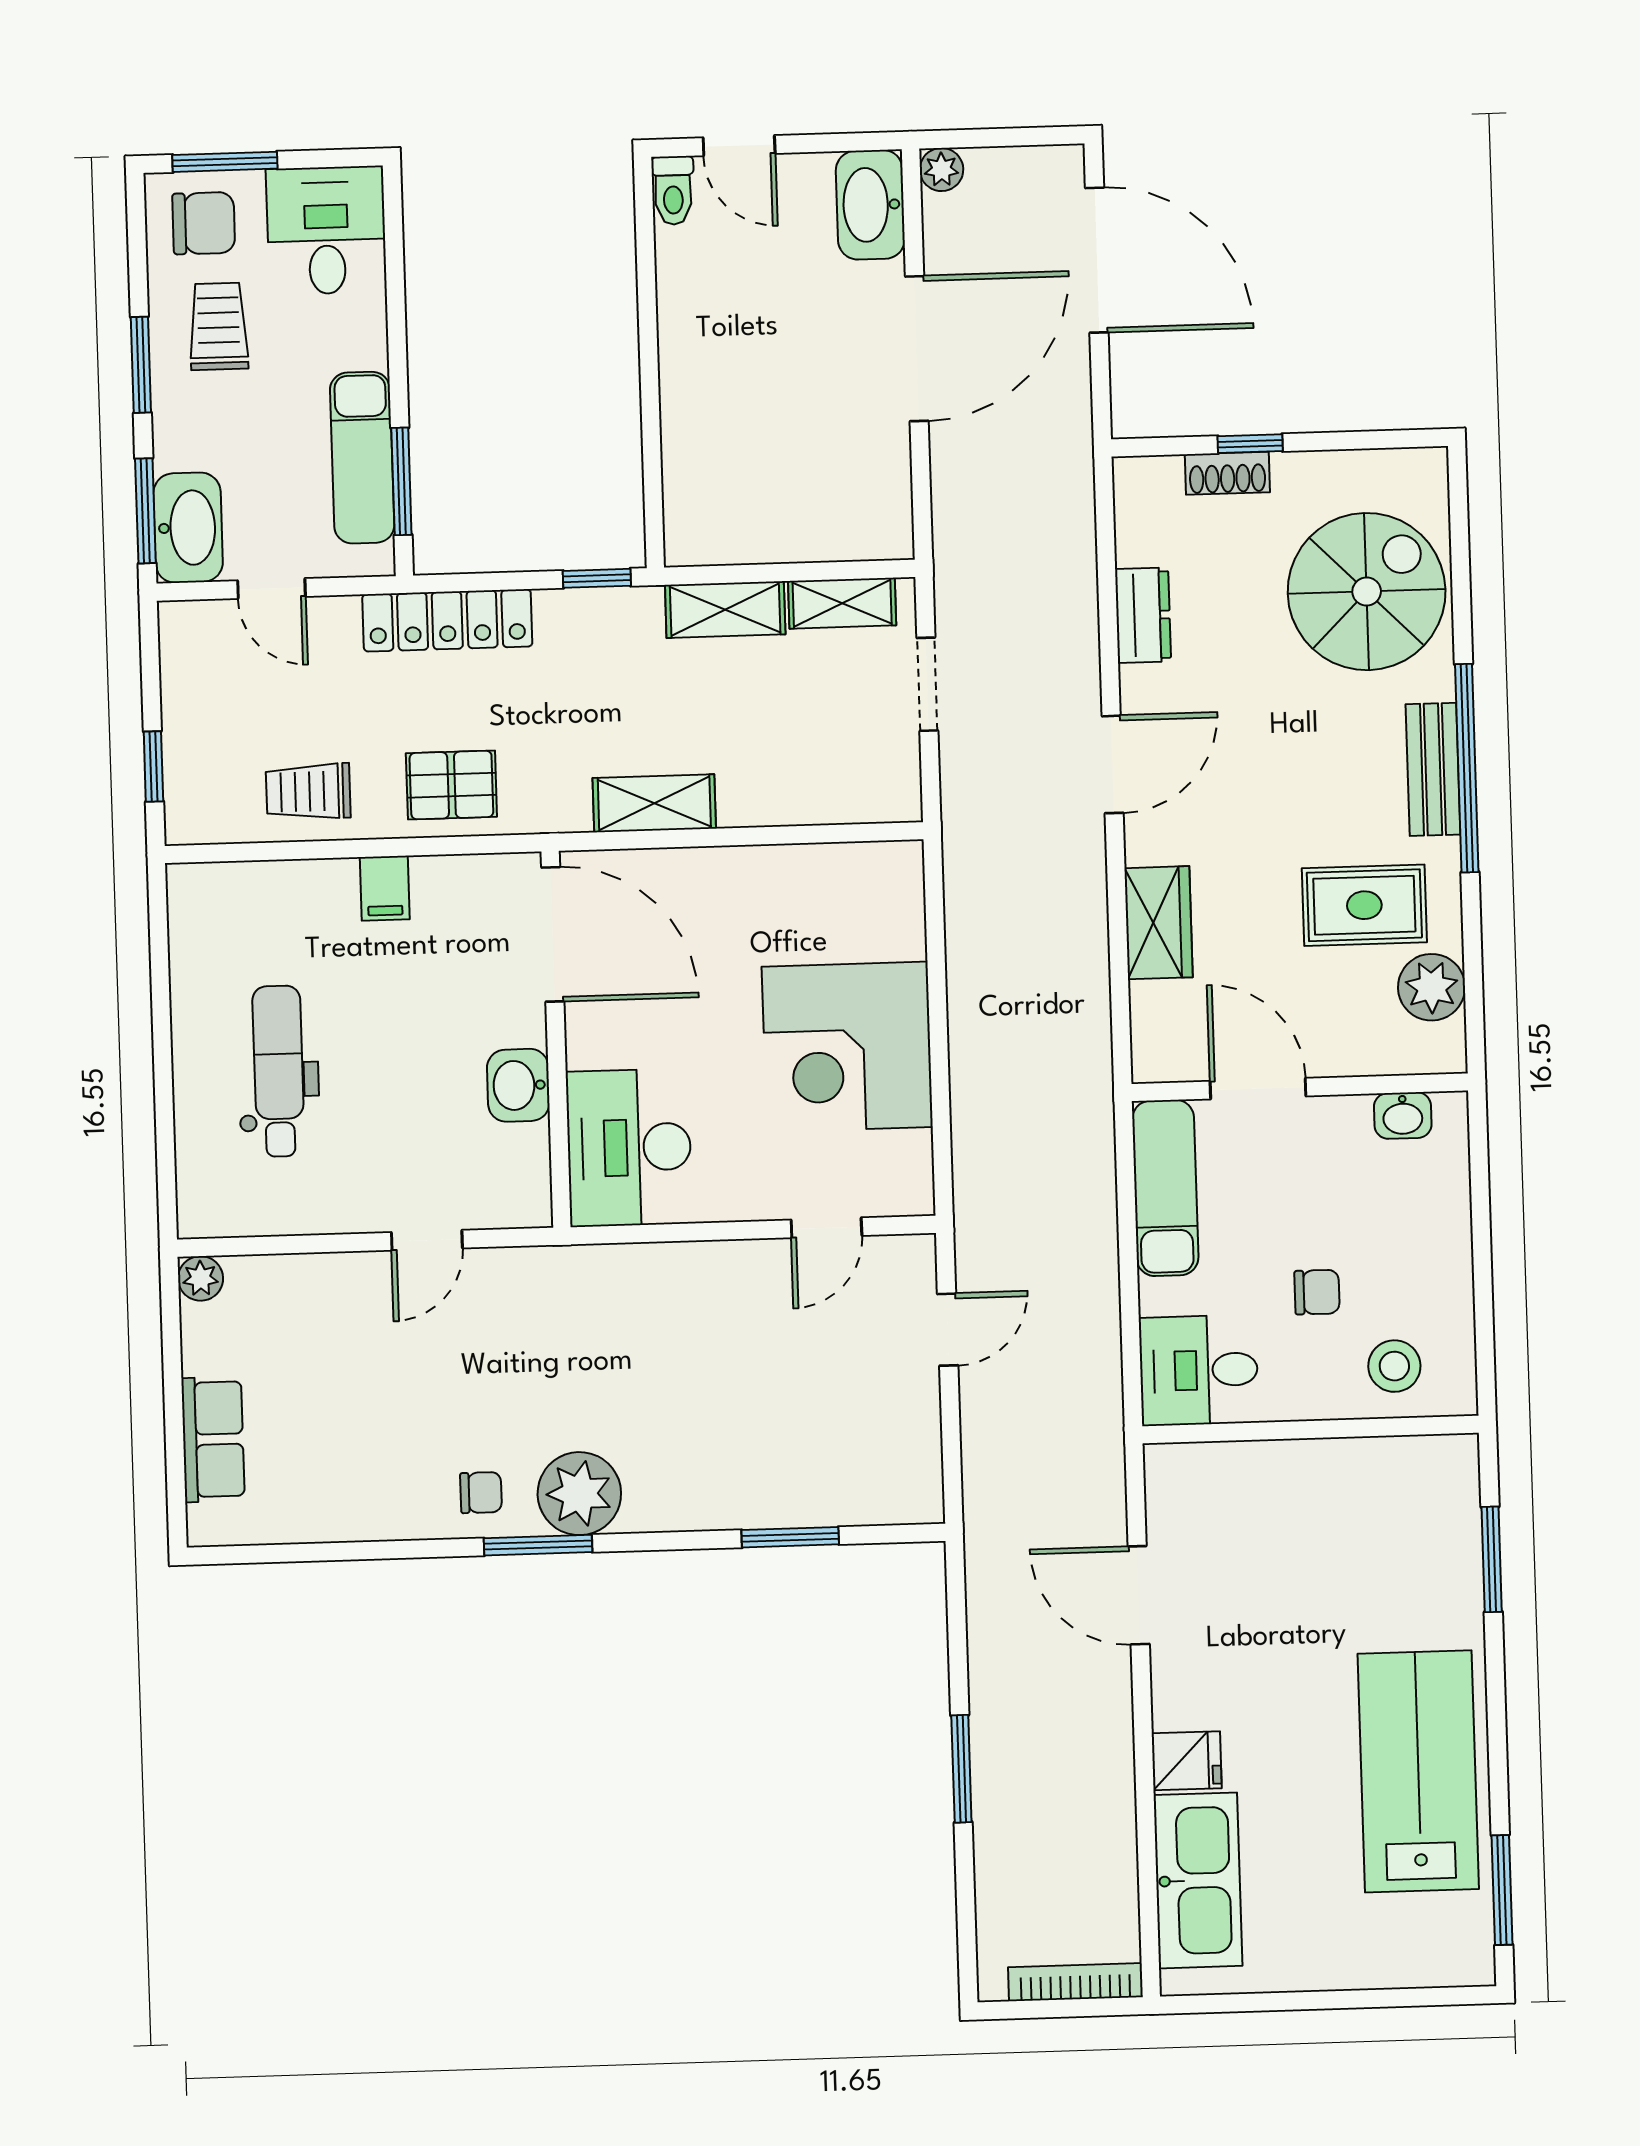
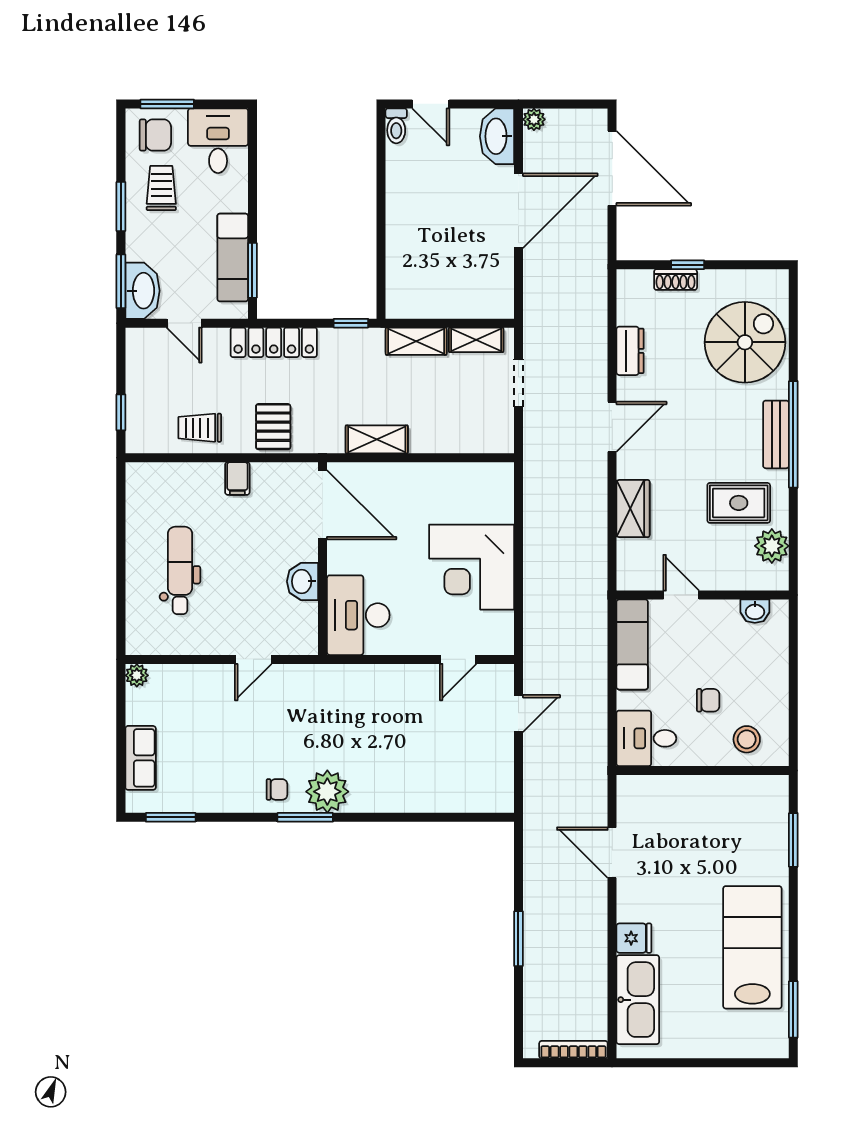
pallet: (451, 785) -> (273, 427), turned 90
door: (1258, 1089) -> (681, 595), width x0.73
window: (790, 1537) -> (171, 817), moved

